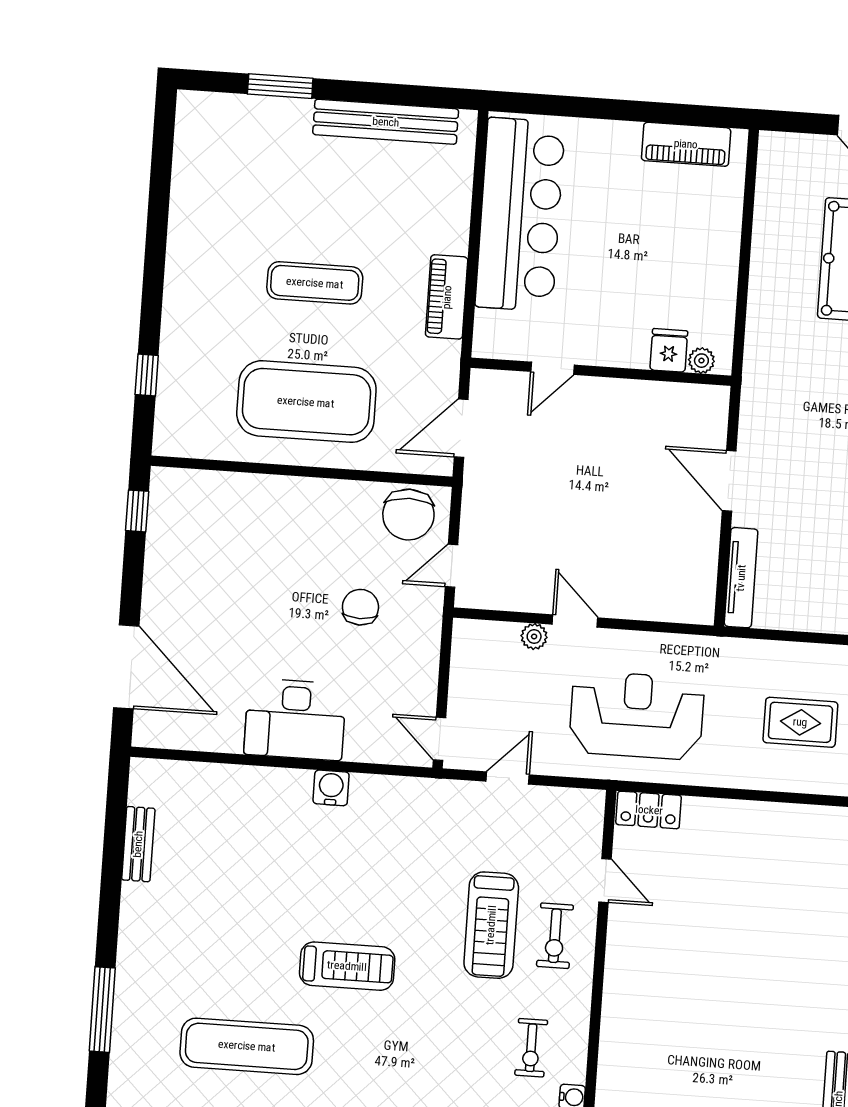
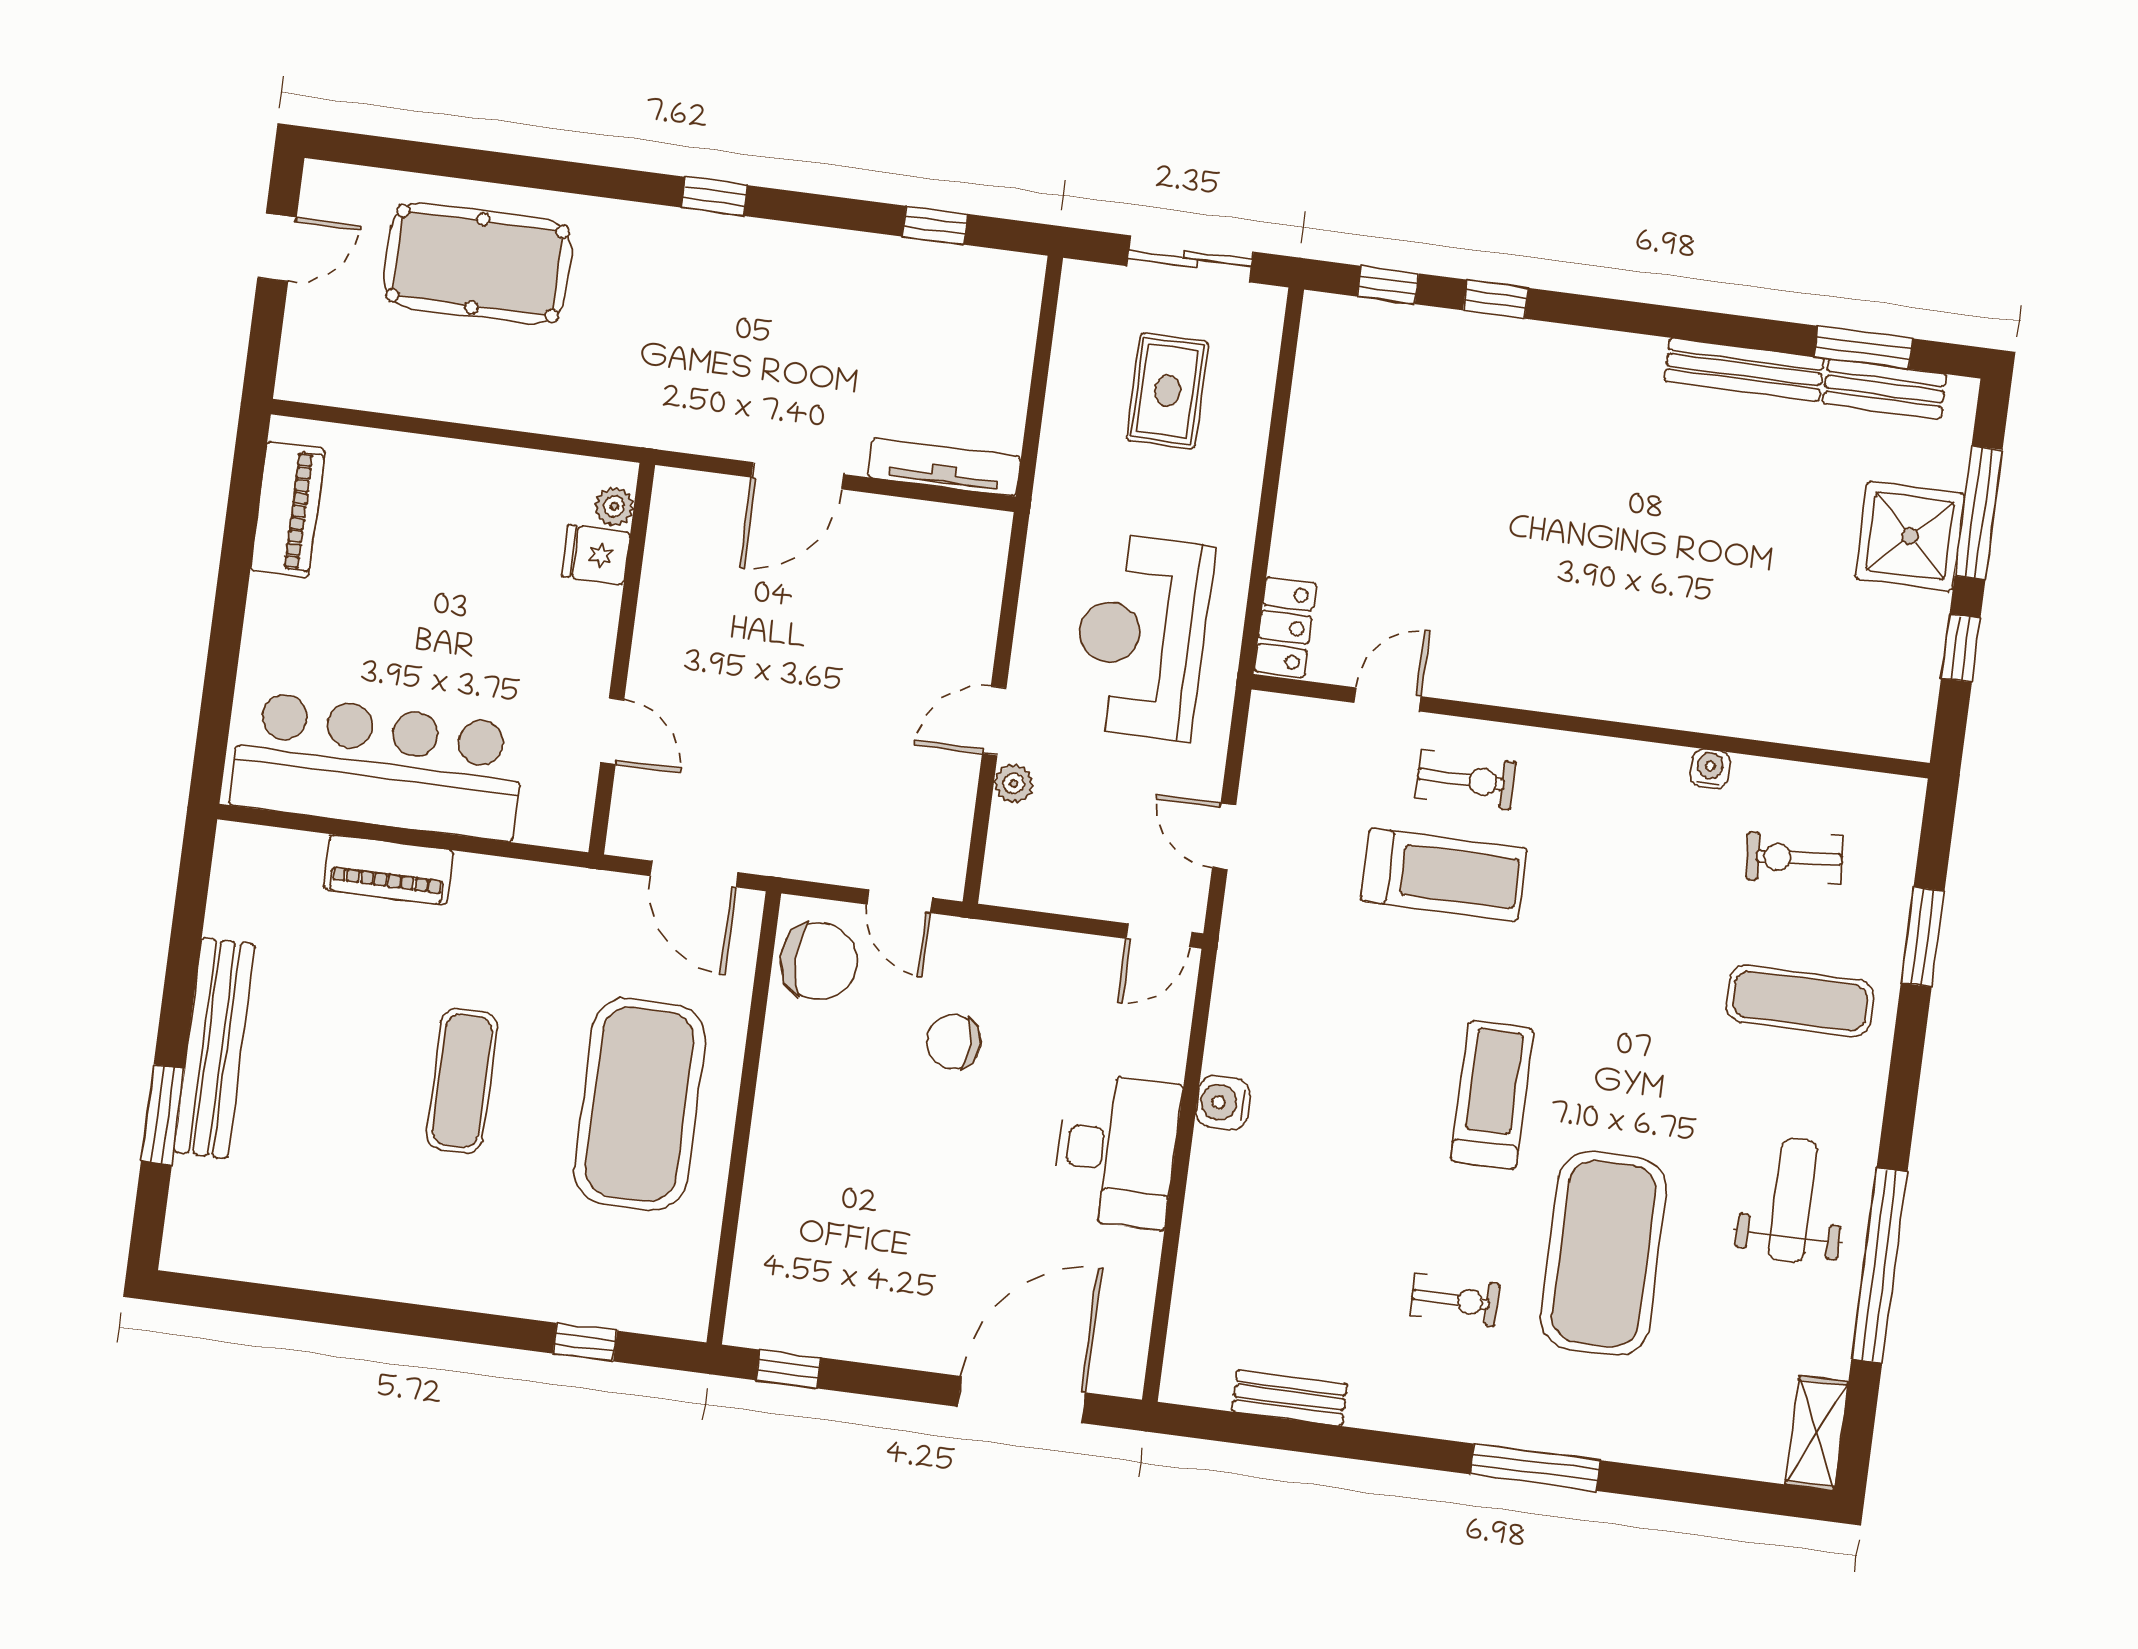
bench: (386, 122) -> (214, 1048), moved
piano: (447, 297) -> (388, 870), moved
exercise mat: (247, 1046) -> (1604, 1253), width x1.47
exercise bike: (531, 1048) -> (1455, 1300), moved

